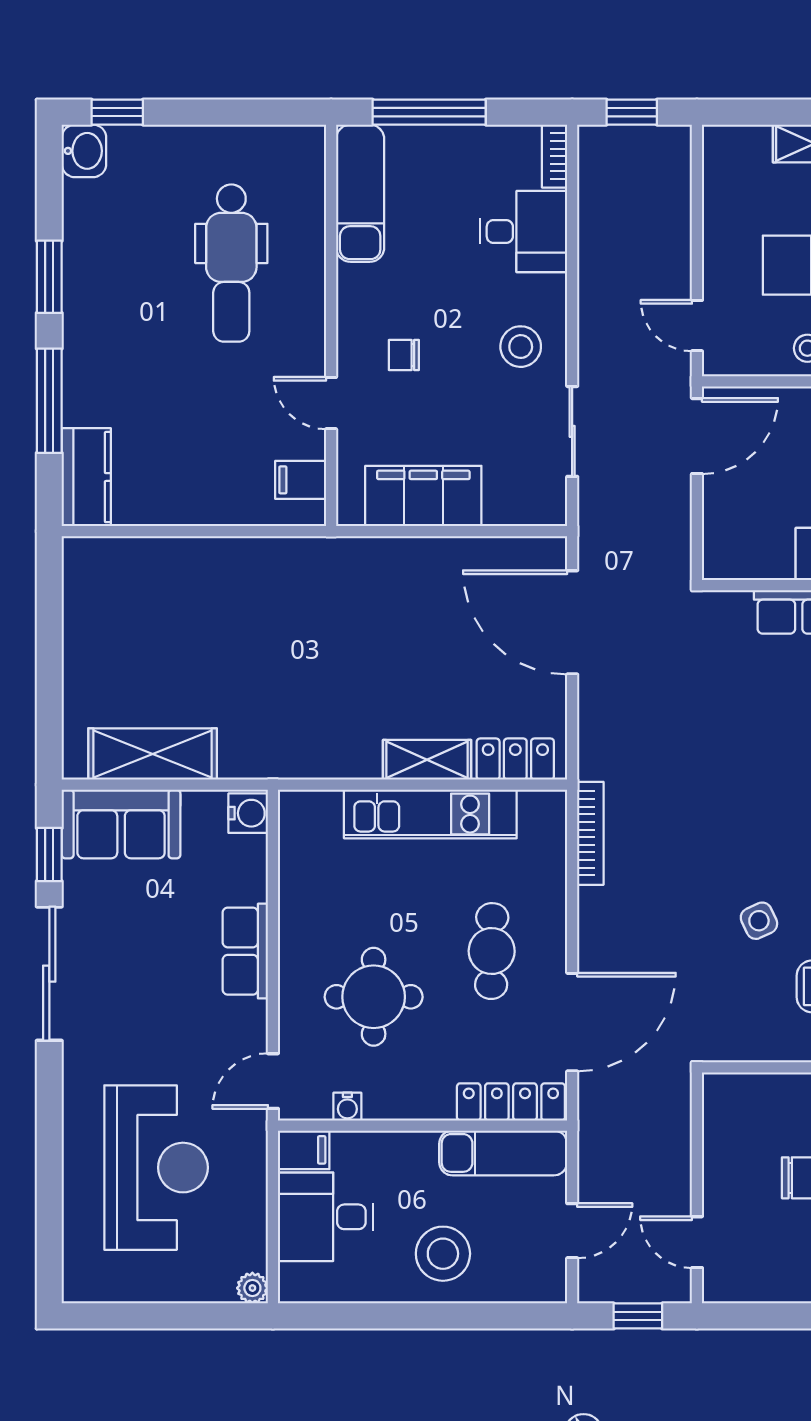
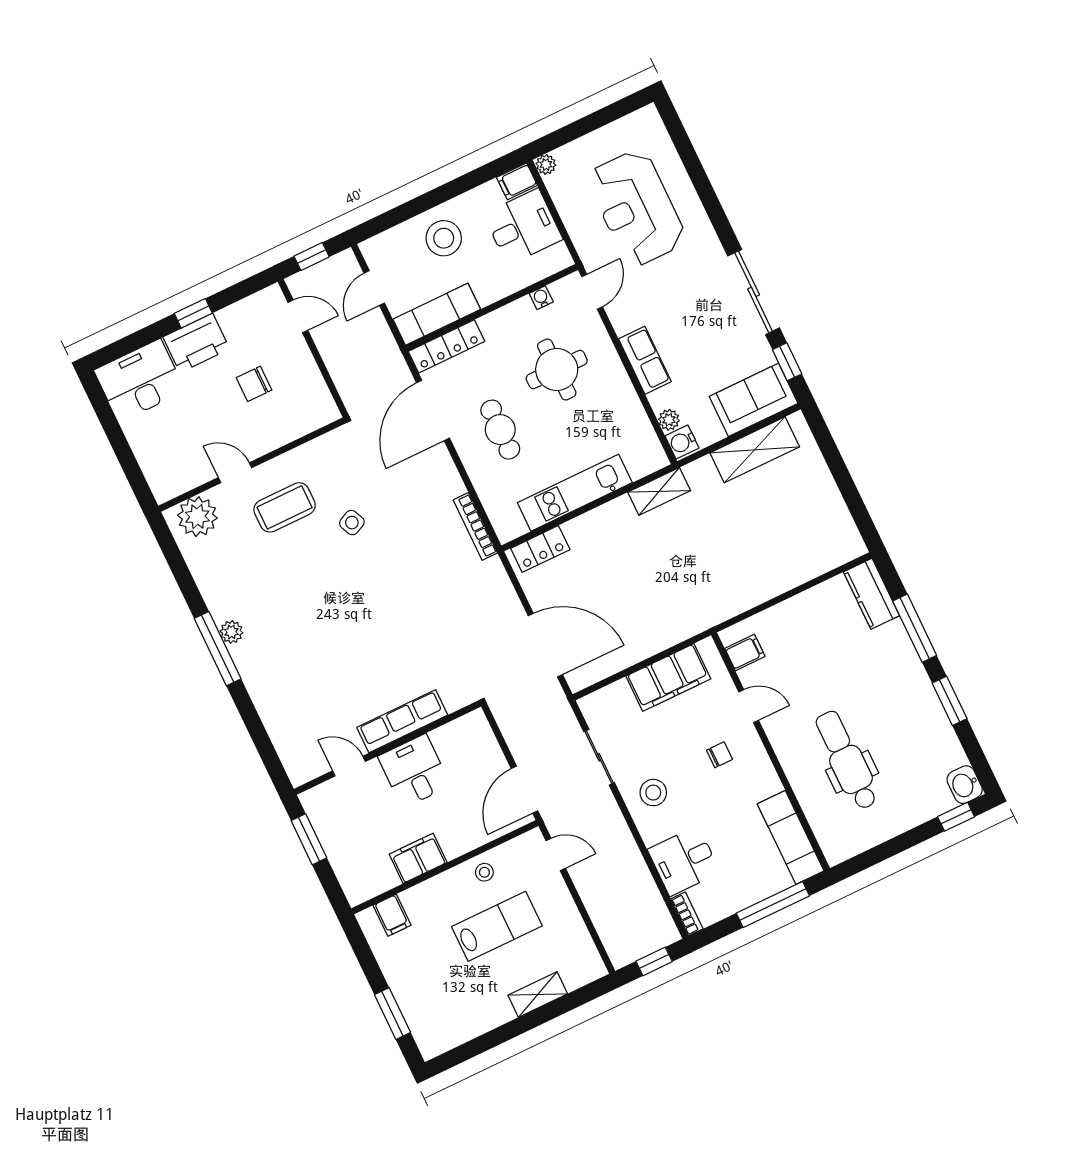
shelving: (427, 760) -> (659, 491), moved
plant: (252, 853) -> (669, 420), added
filing cabinet: (304, 1150) -> (517, 181), moved

